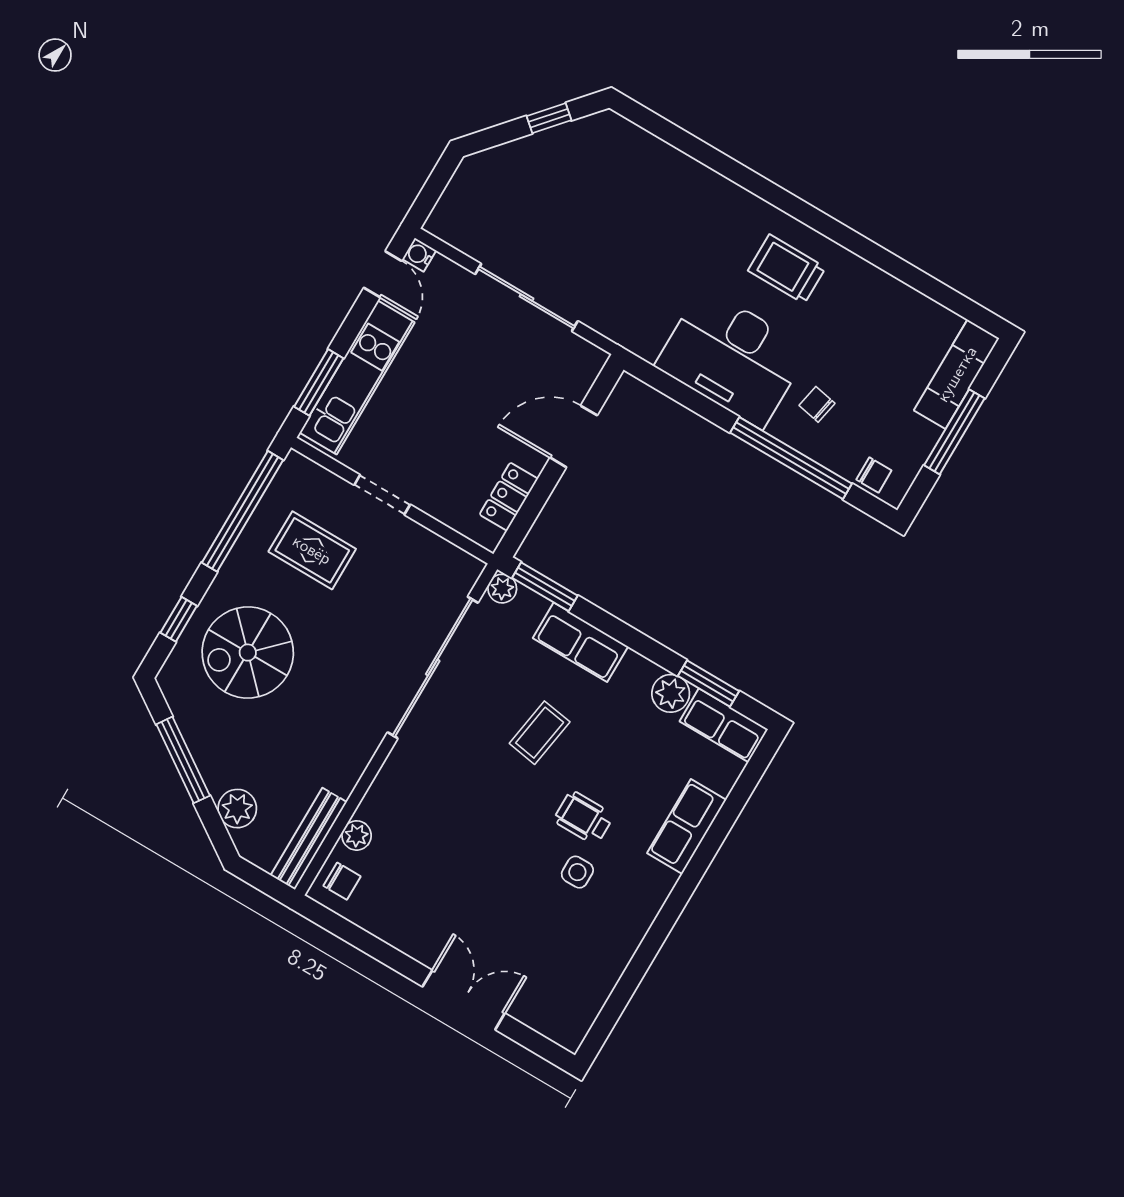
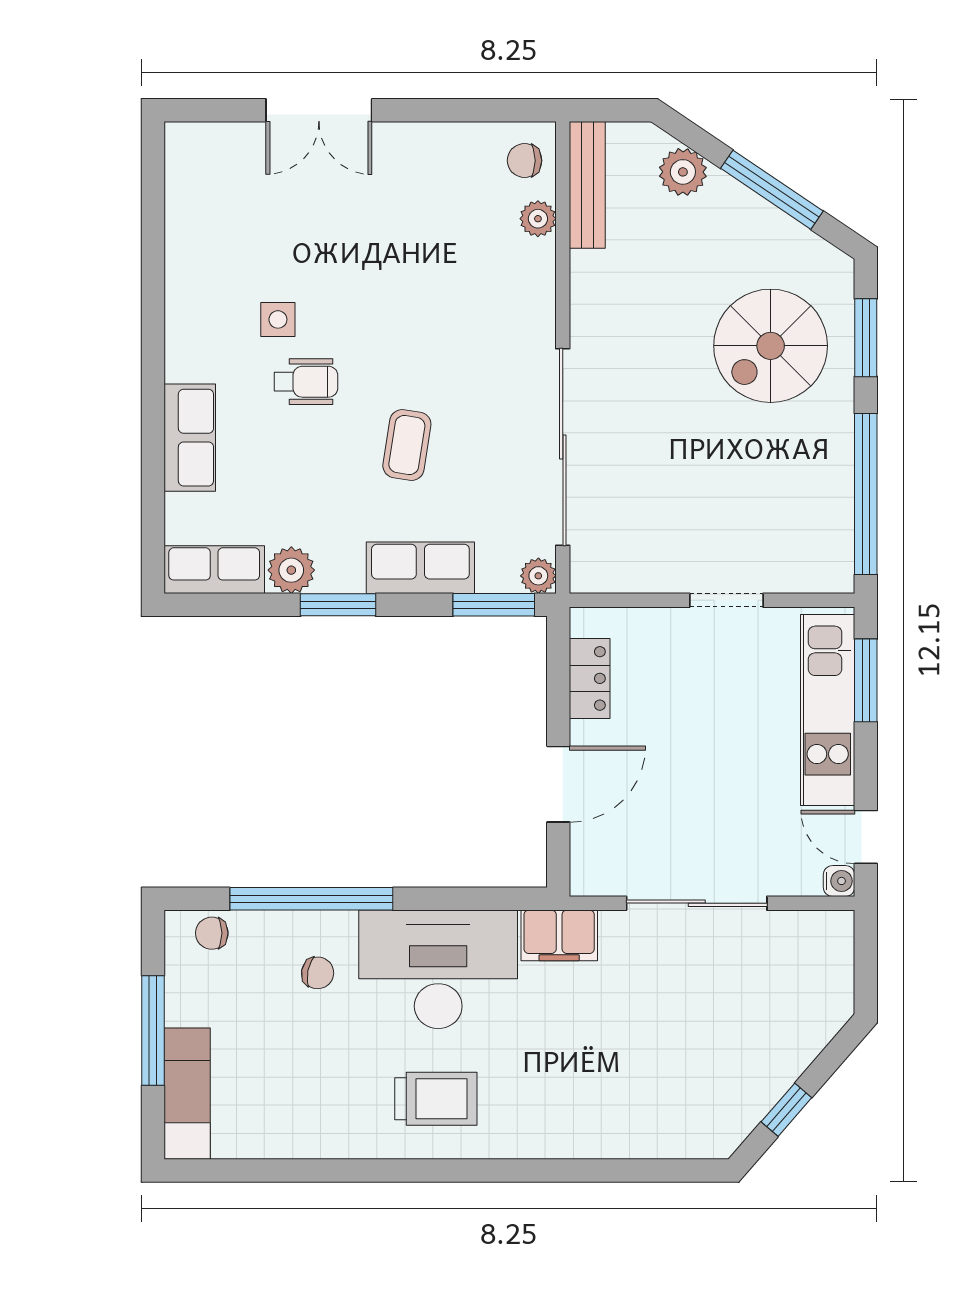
filing cabinet: (635, 332) -> (559, 935), added
rug: (312, 550) -> (766, 496), removed
window: (179, 619) -> (866, 338), width x1.50
spiral stairs: (248, 653) -> (771, 346), turned 180
window: (708, 684) -> (338, 605), moved

